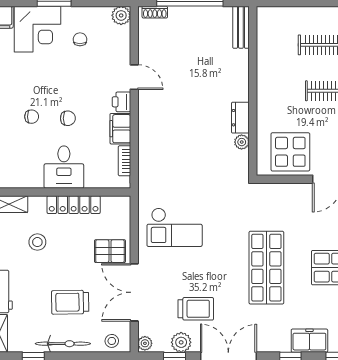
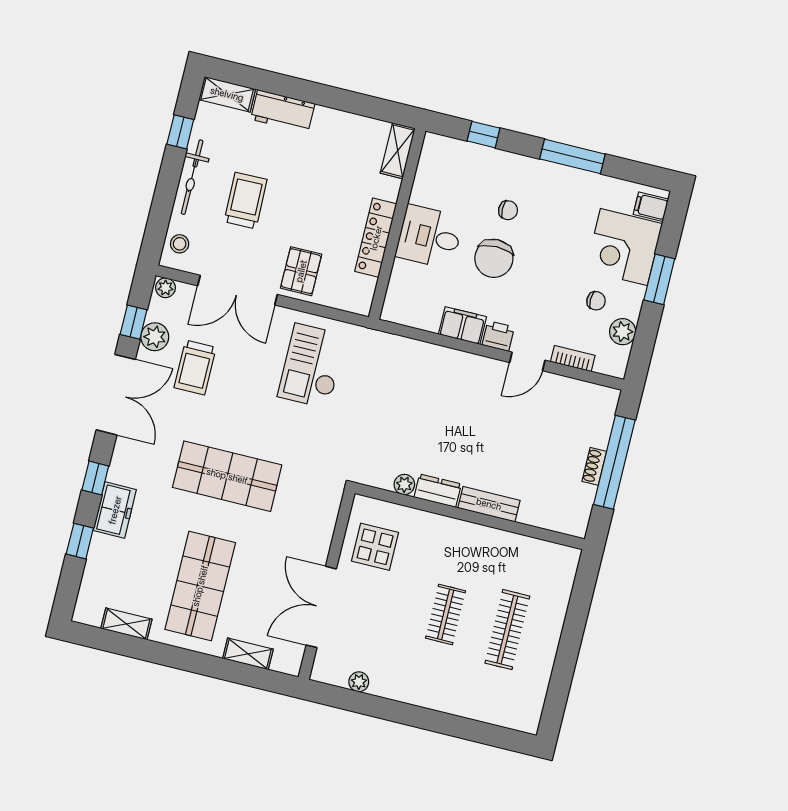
shoe rack: (155, 12) -> (594, 466), moved
plant: (121, 15) -> (623, 332), moved
bench: (241, 27) -> (489, 504), moved
chair: (32, 117) -> (508, 210), turned -90
chair: (68, 118) -> (494, 258), width x1.87, depth x1.87
display table: (290, 152) -> (375, 547), width x0.73, depth x0.73
bookcase: (124, 161) -> (573, 359), moved
stool: (37, 242) -> (337, 176), removed
double door: (134, 292) -> (238, 290), swing flipped

